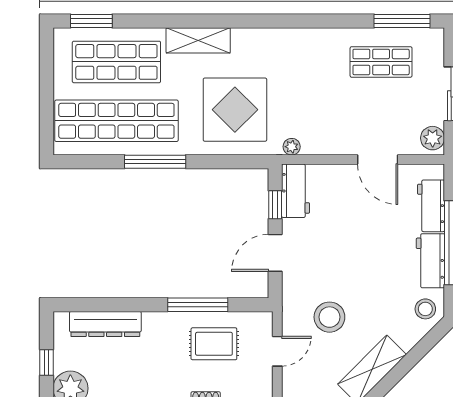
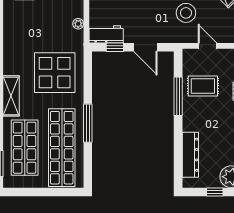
plant: (292, 147) -> (78, 24), moved
rug: (214, 344) -> (203, 86), turned 90

